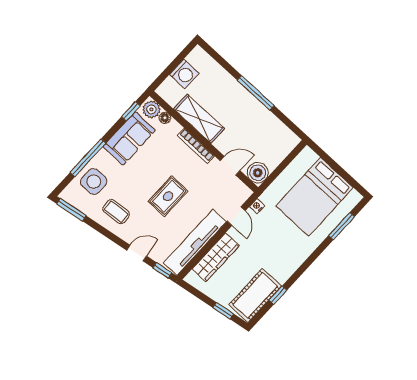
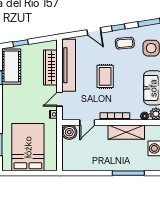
window: (256, 93) -> (128, 173), moved
door: (236, 216) -> (60, 99), hinge flipped
door: (137, 253) -> (94, 31), hinge flipped
window: (162, 270) -> (118, 27), moved

